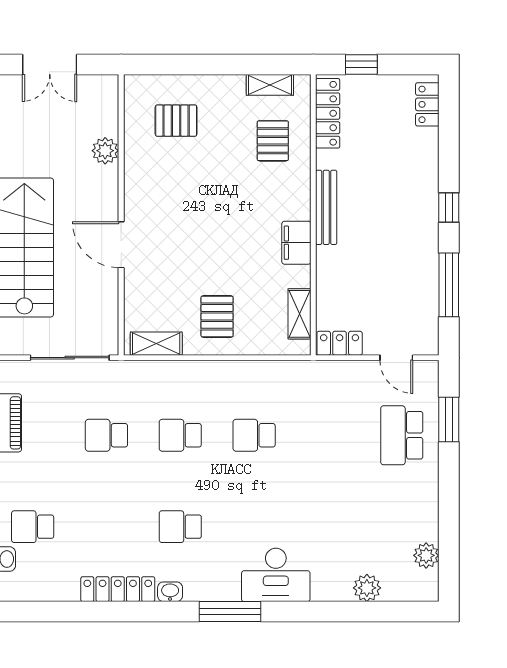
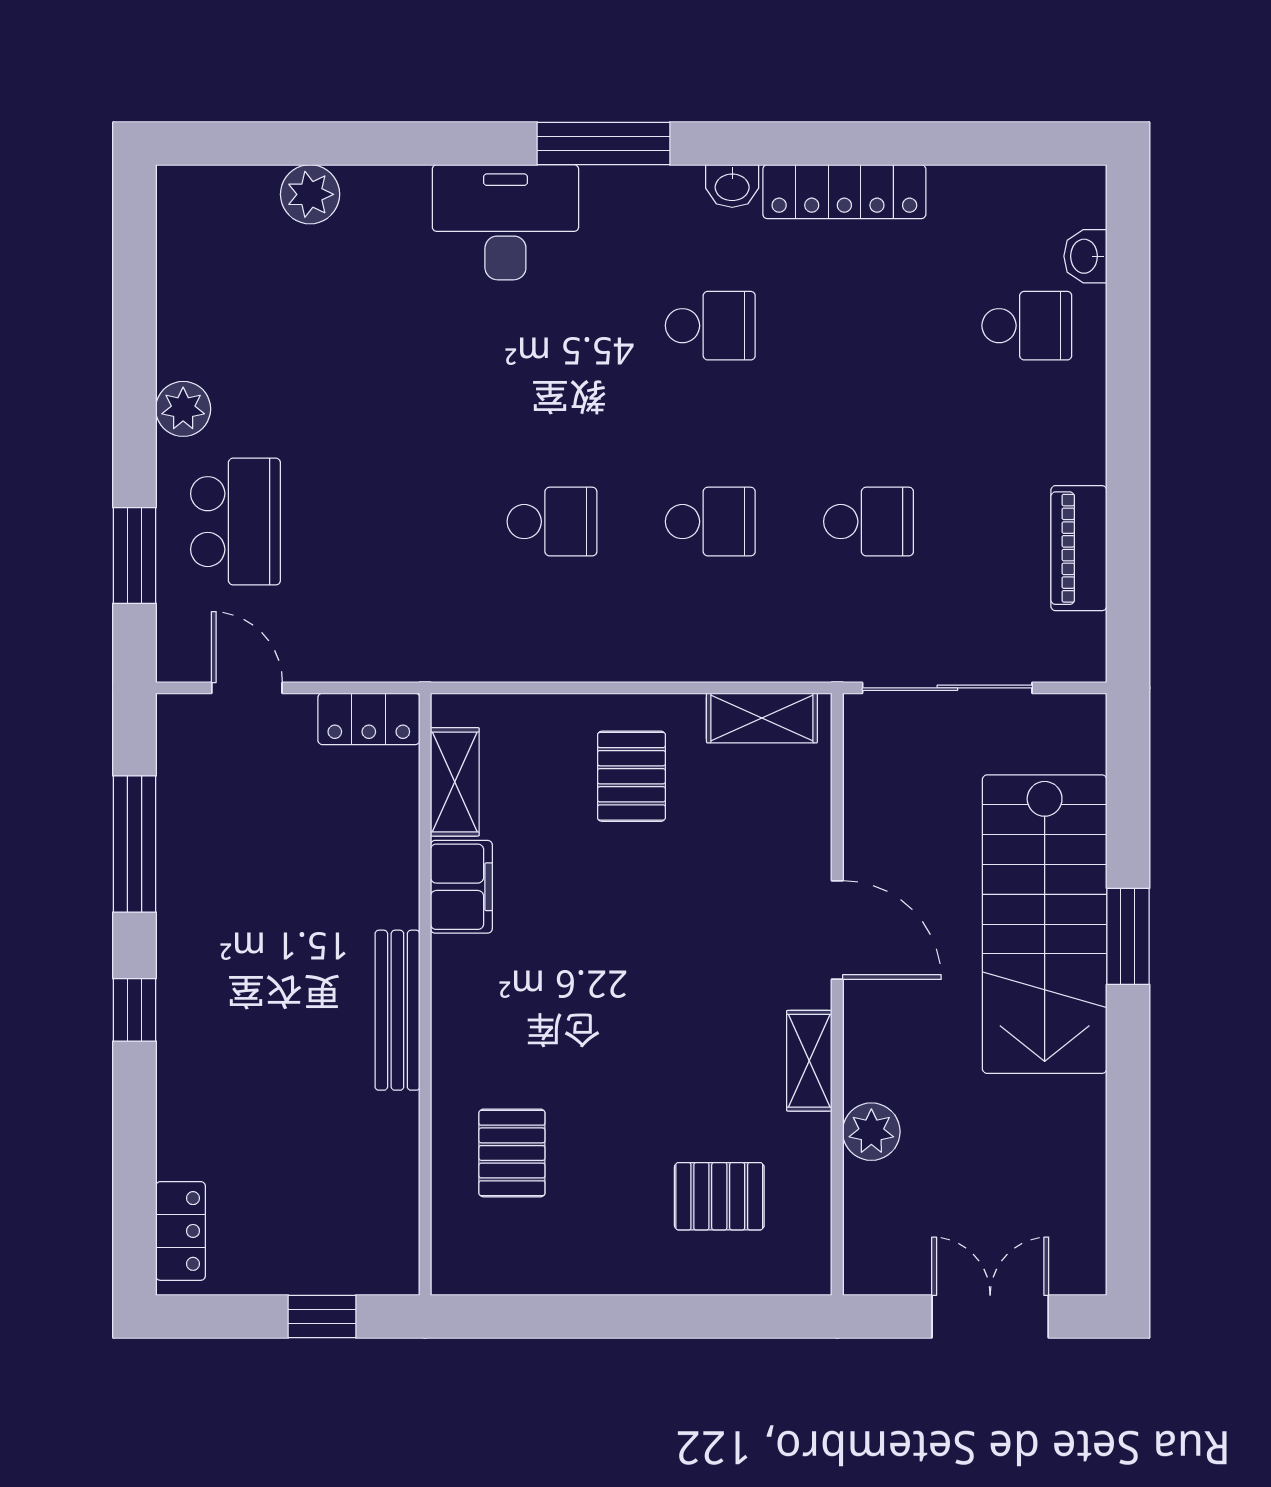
shelving: (270, 85) -> (809, 1061), moved, turned 90
locker: (328, 113) -> (394, 1212), removed
filing cabinet: (296, 243) -> (461, 887), moved
plant: (426, 555) -> (183, 409), moved

